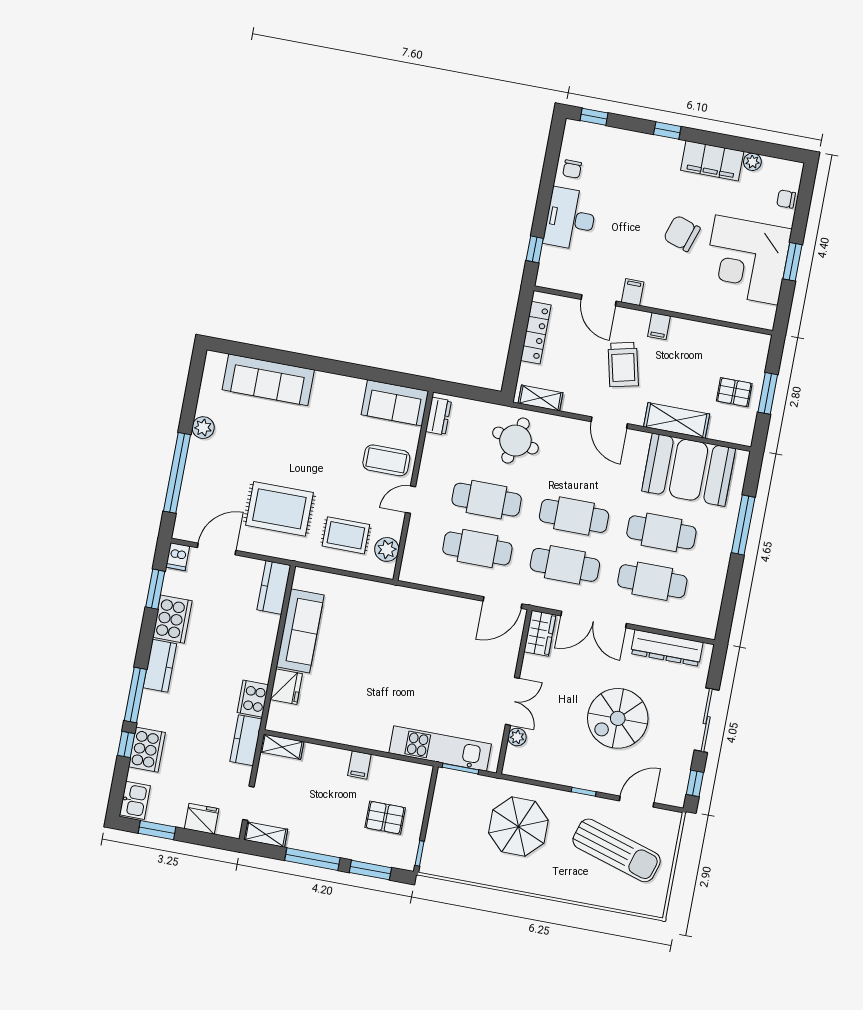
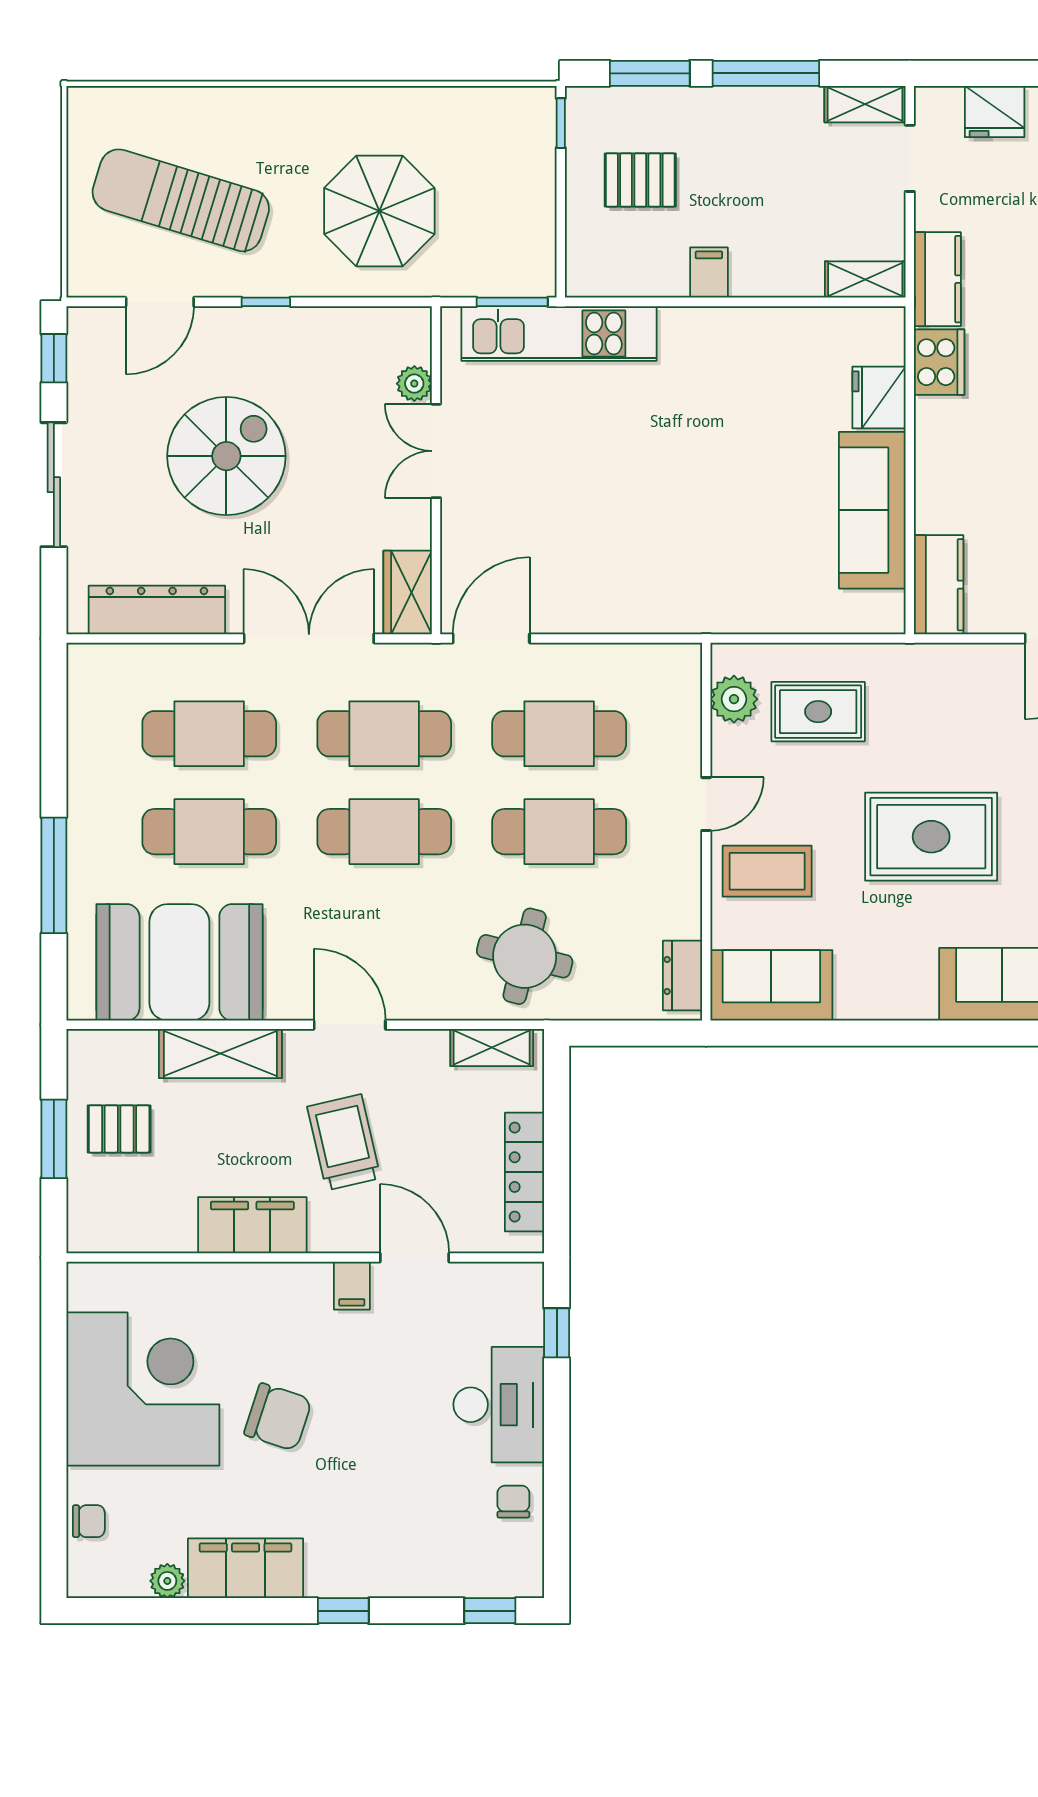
window: (792, 262) -> (54, 1402), removed
filing cabinet: (659, 326) -> (252, 1225), width x3.00, depth x1.17
rug: (279, 509) -> (931, 837), moved

